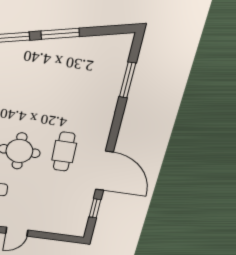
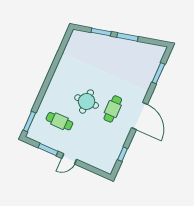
door: (104, 171) -> (139, 116), moved

